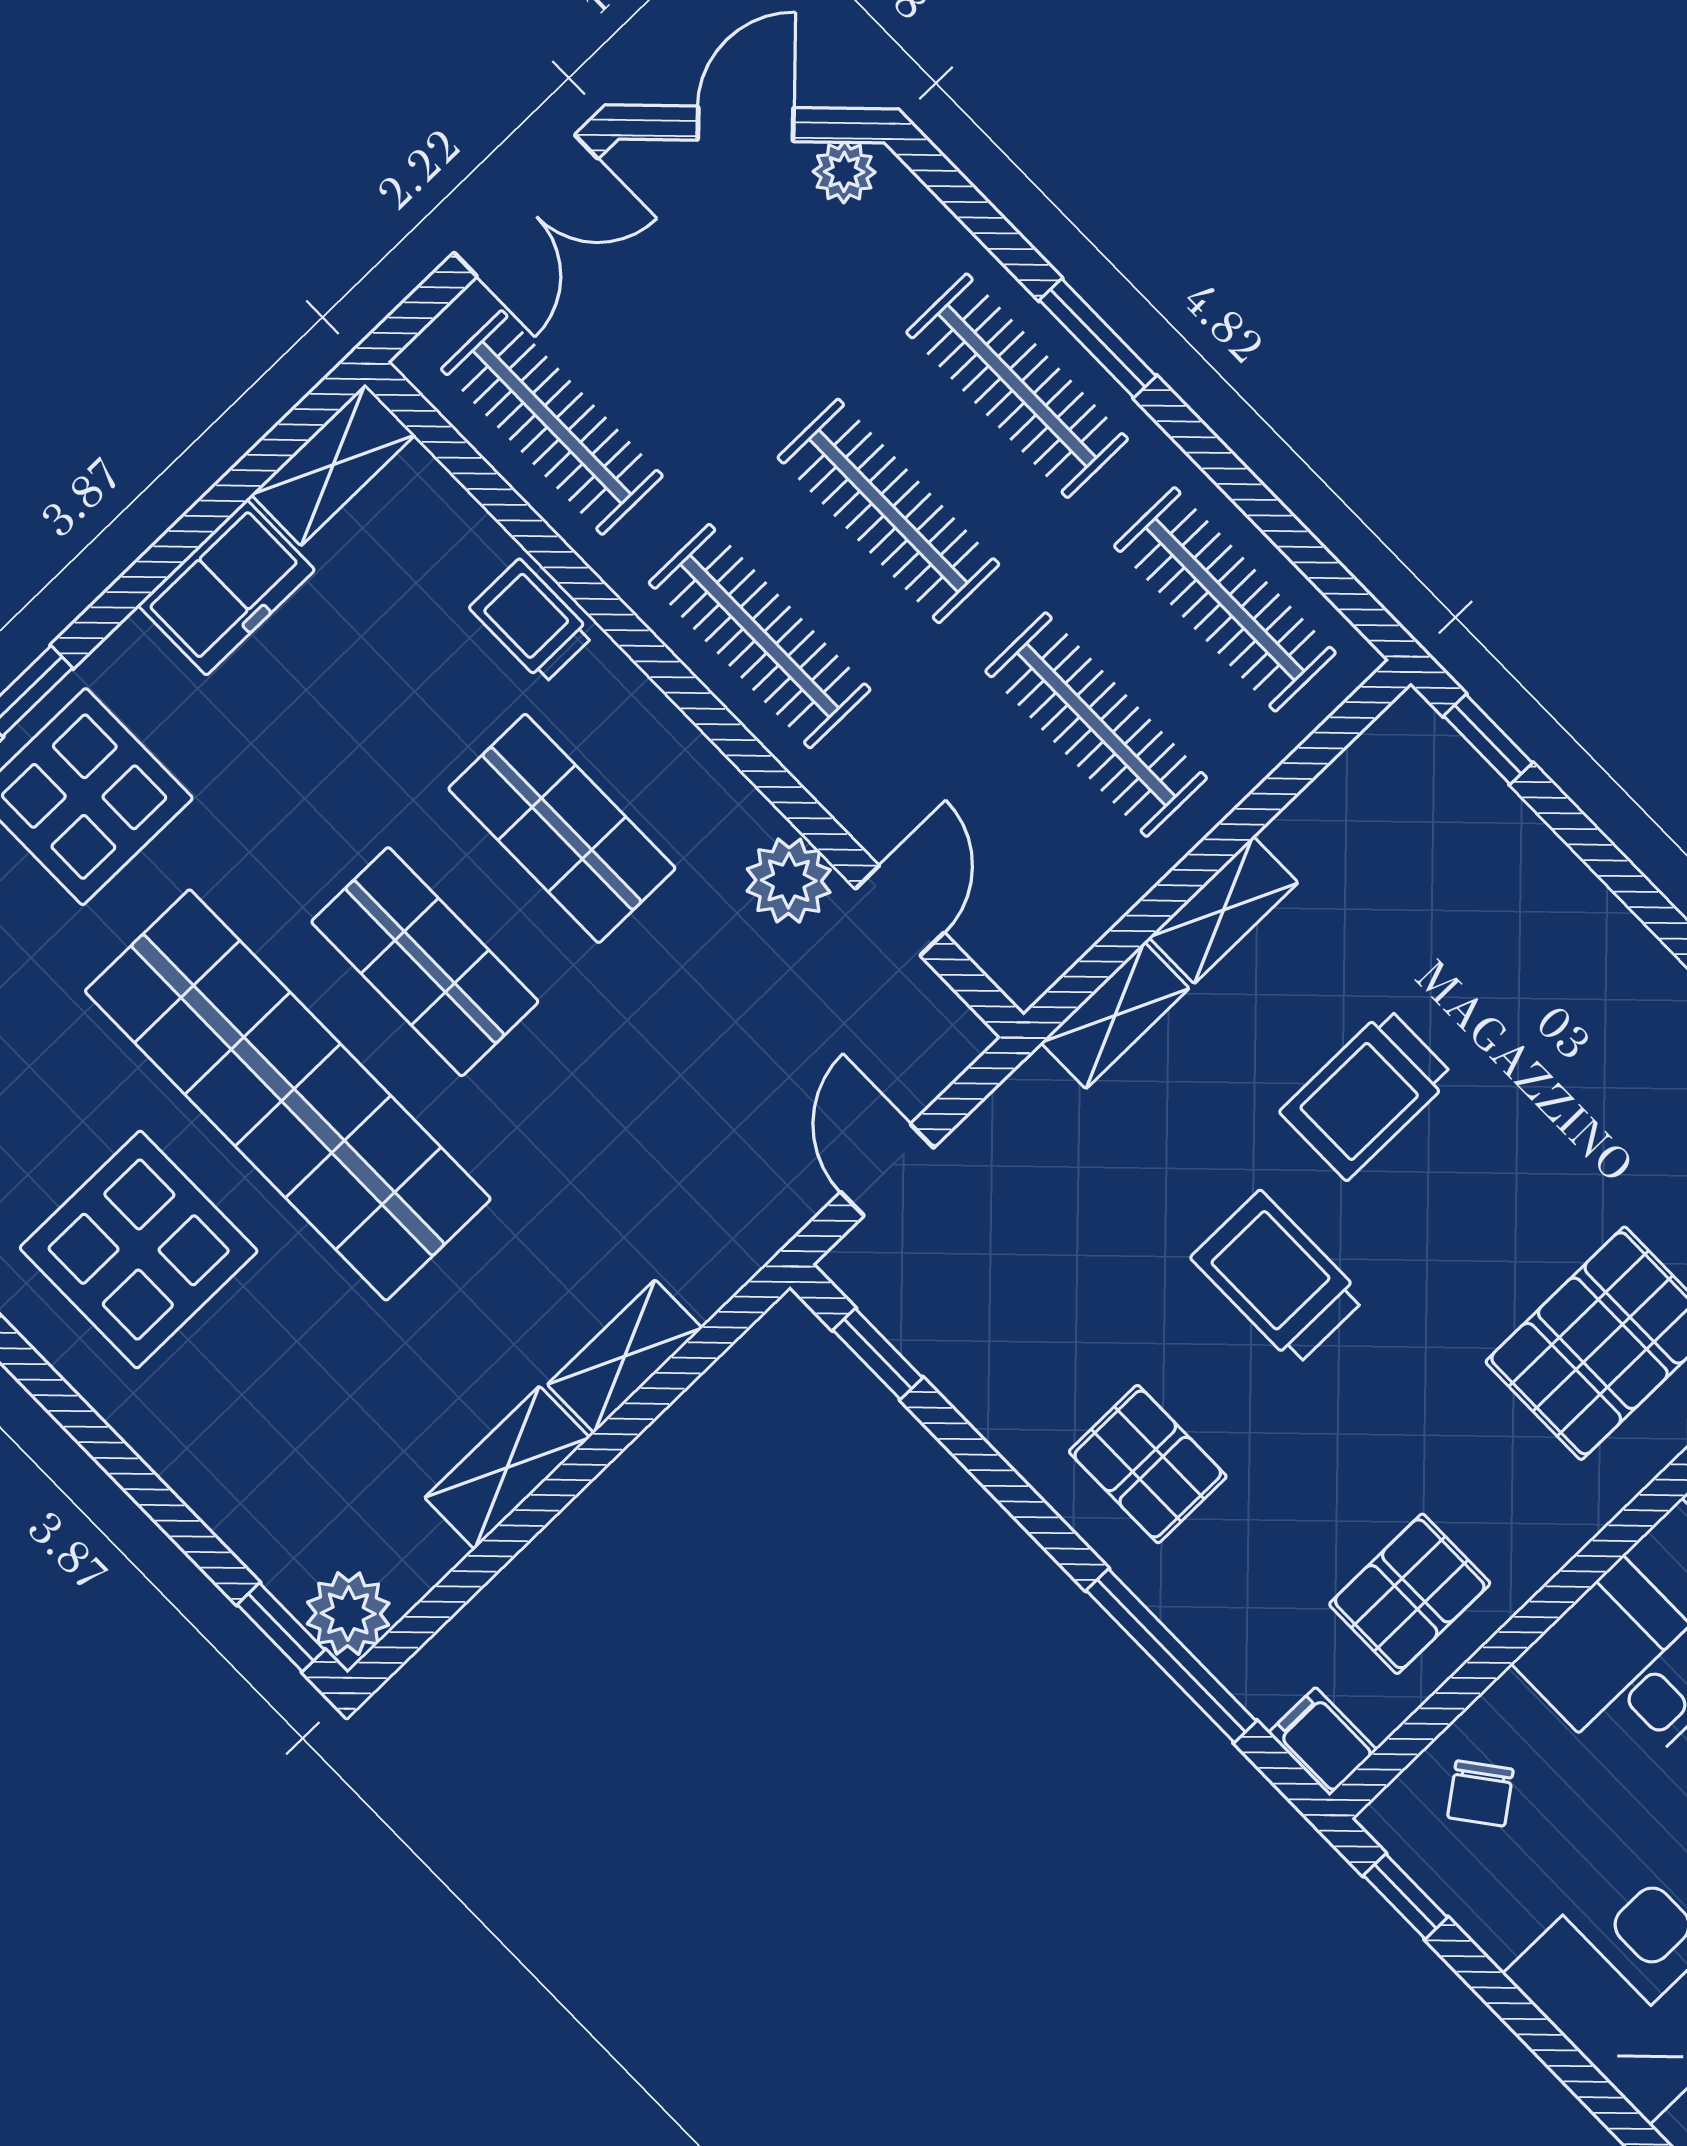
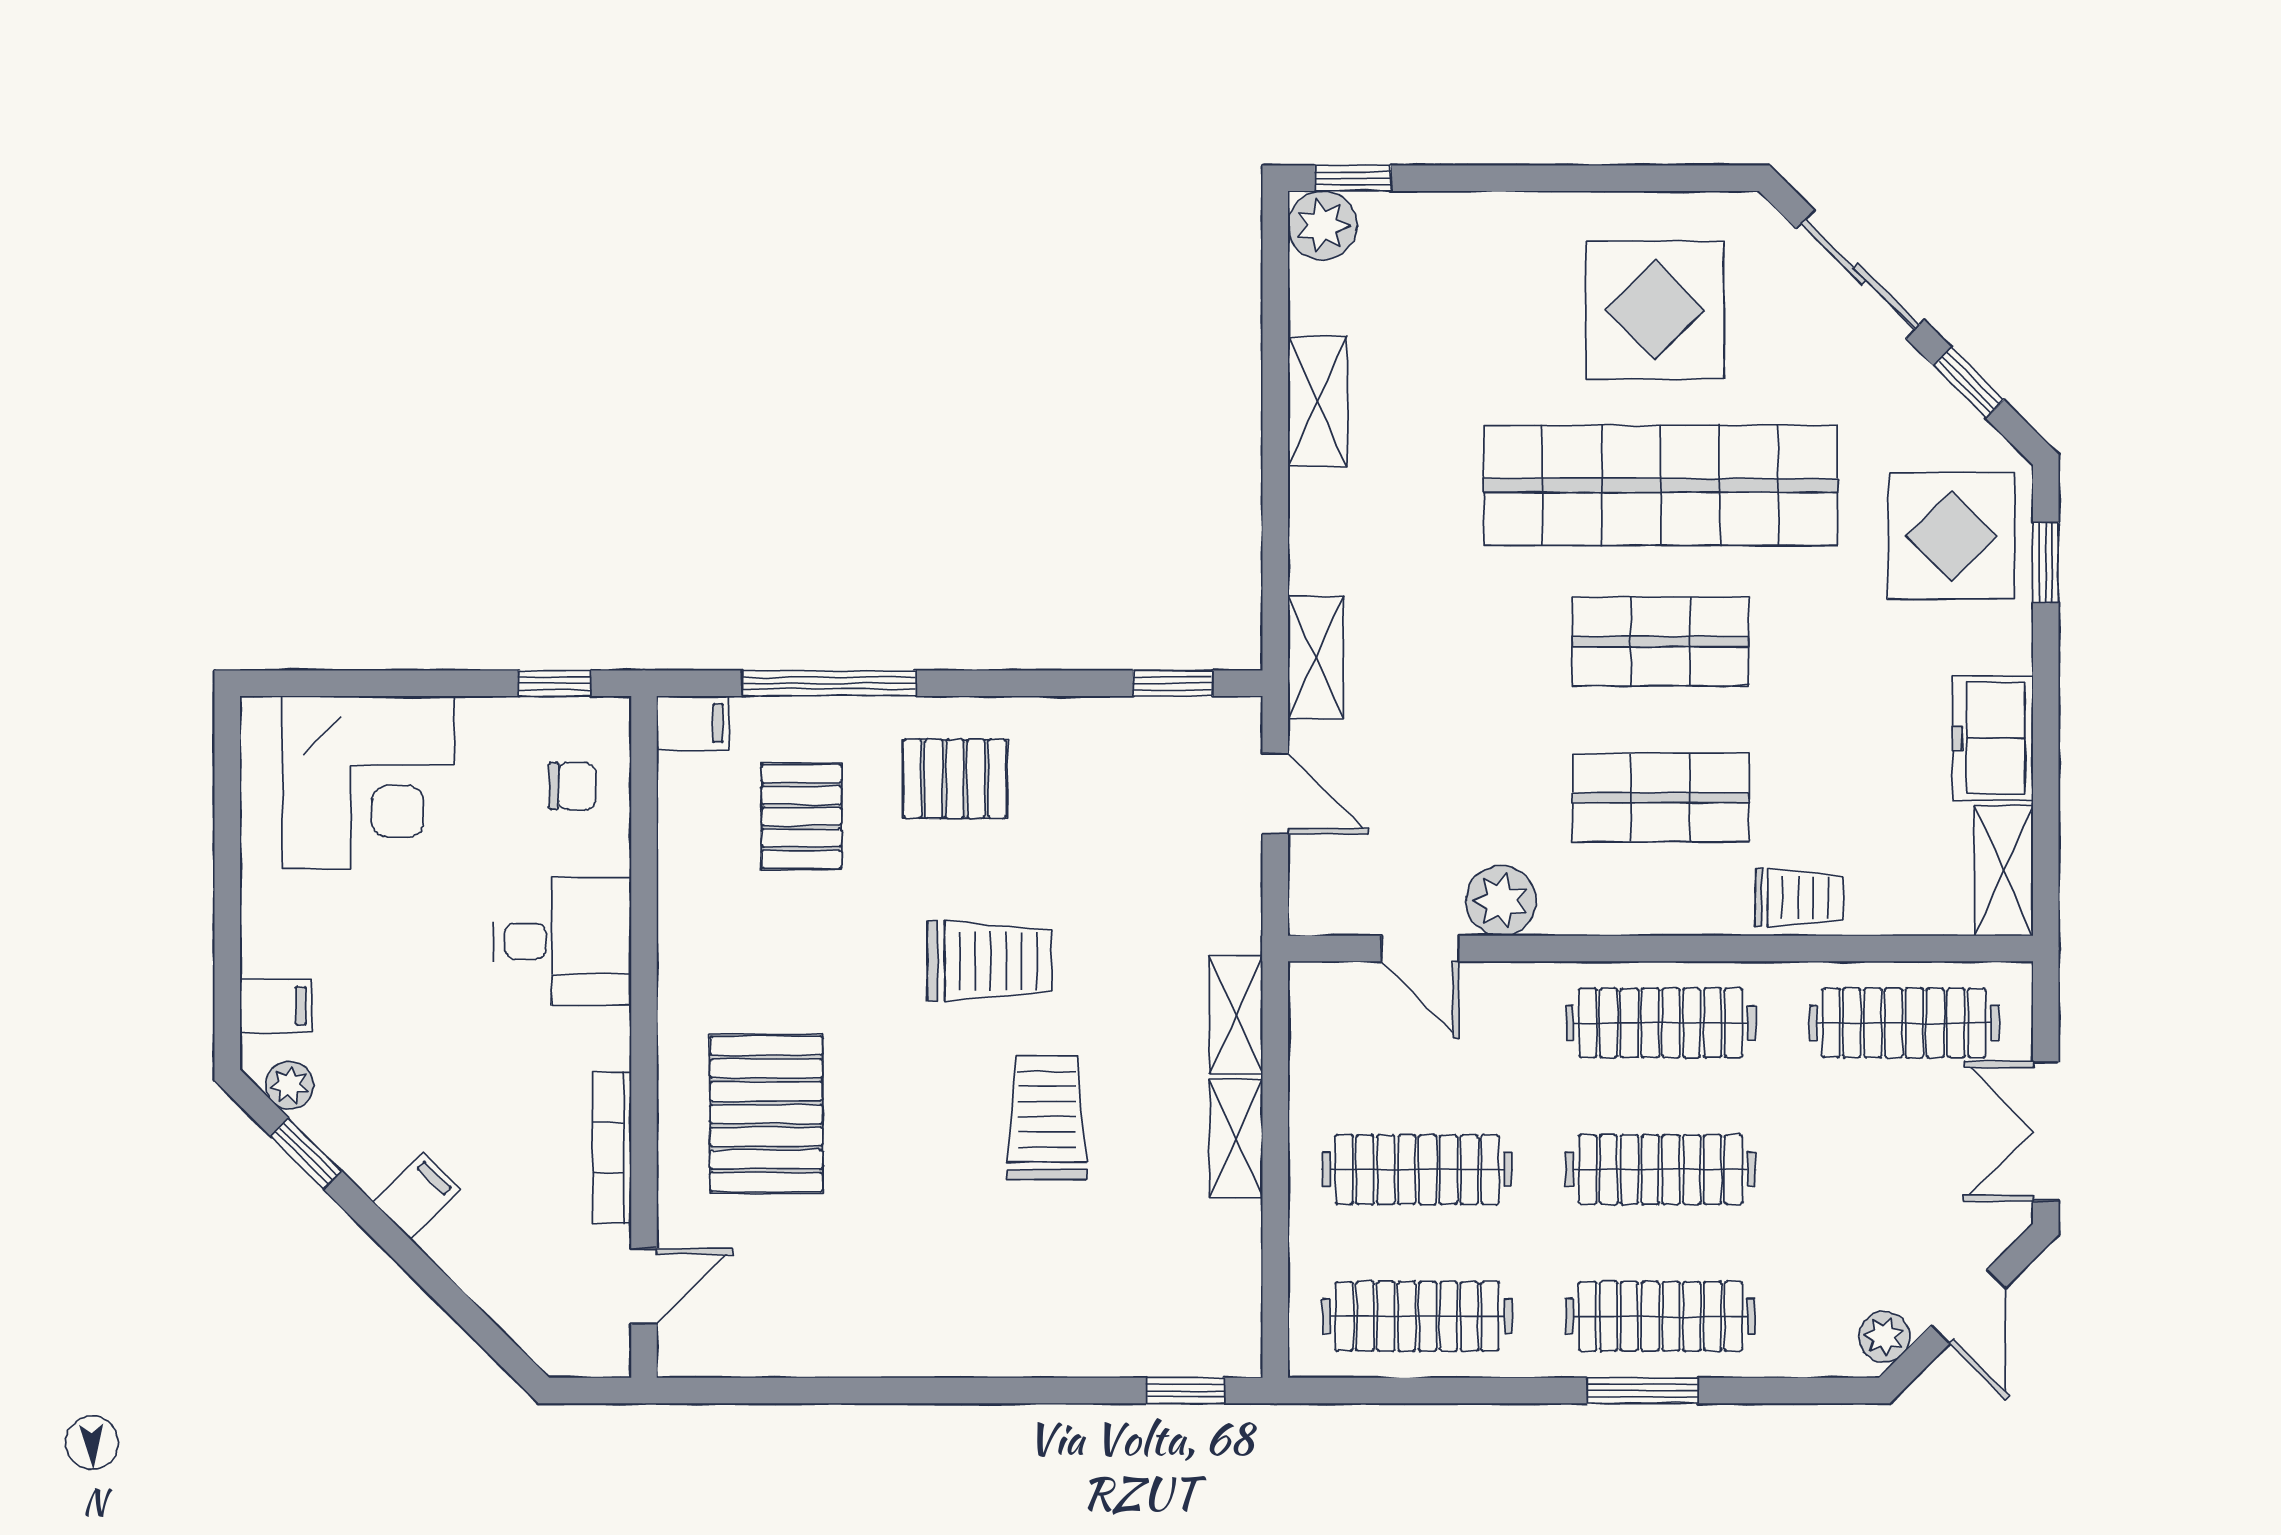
shelving: (625, 1356) -> (1316, 657), moved
pallet: (1410, 1594) -> (802, 817), moved
chair: (1480, 1793) -> (572, 786), turned 127

